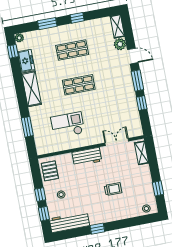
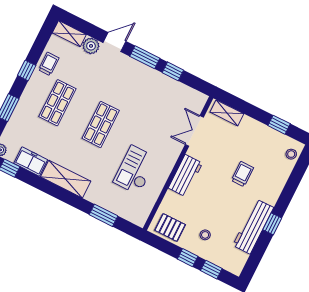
trolley: (91, 28) -> (49, 64), added
workbench: (69, 222) -> (253, 226), moved

